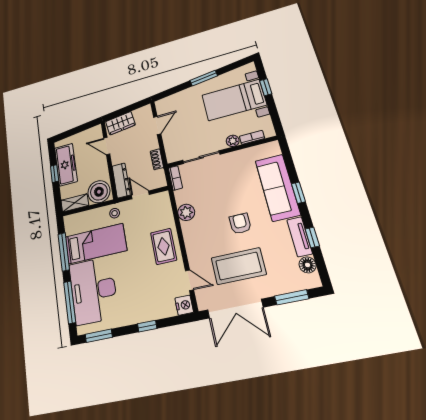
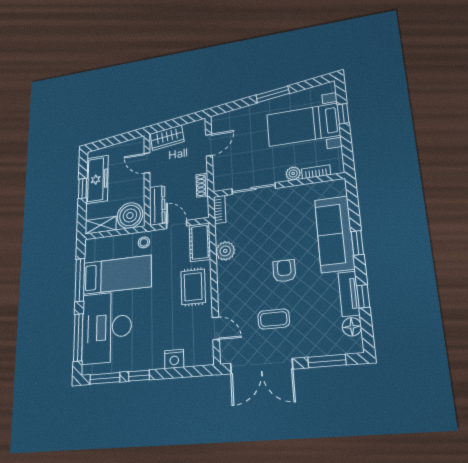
cot: (163, 208) -> (200, 242), added
coffee table: (238, 266) -> (274, 319), width x0.54, depth x0.58
nightstand: (184, 305) -> (174, 359), moved, turned 90
window: (147, 326) -> (139, 376), moved

